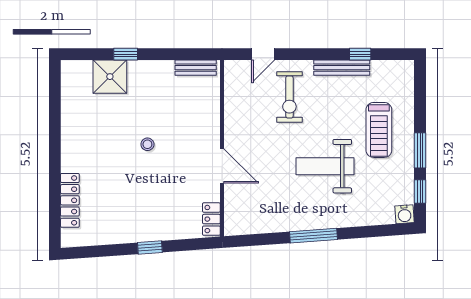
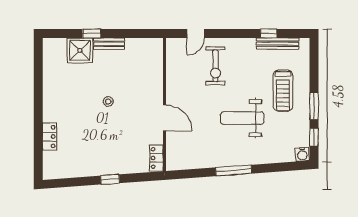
bench: (196, 68) -> (109, 44), moved
bench: (342, 68) -> (278, 44), moved
locker: (70, 200) -> (50, 137), width x0.66

